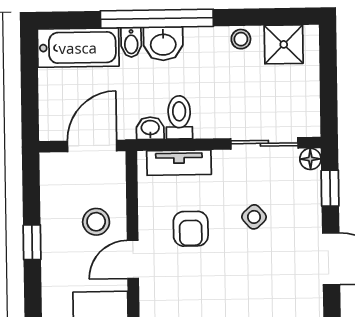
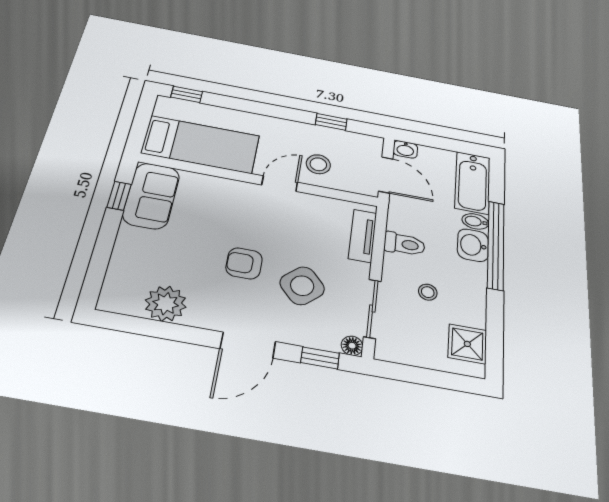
stool: (241, 39) -> (428, 292), moved
washbasin: (150, 128) -> (405, 149), moved, turned 90
side table: (254, 217) -> (302, 286), width x1.87, depth x1.87
armchair: (191, 229) -> (244, 263), moved
window: (32, 242) -> (331, 122), moved
door: (133, 259) -> (280, 184), hinge flipped

